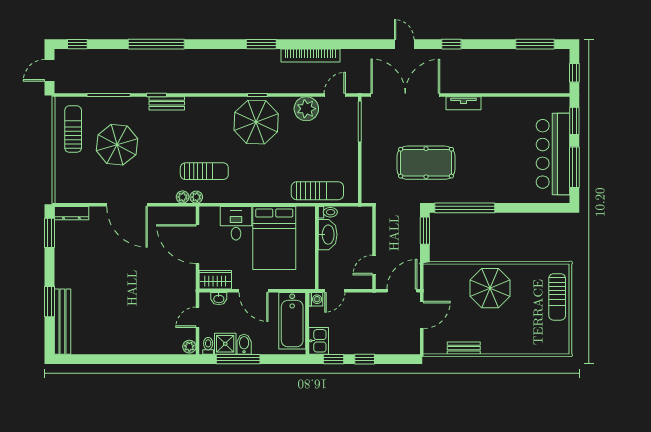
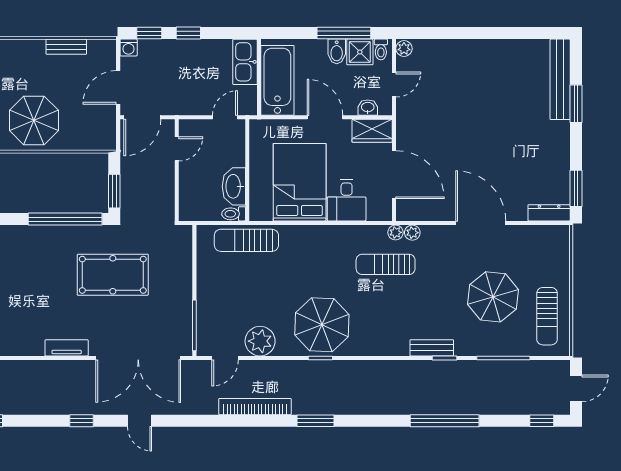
washing machine: (316, 299) -> (129, 48), moved, turned -90
kitchen sink: (319, 341) -> (245, 62), width x1.38
window: (333, 359) -> (149, 33), moved

